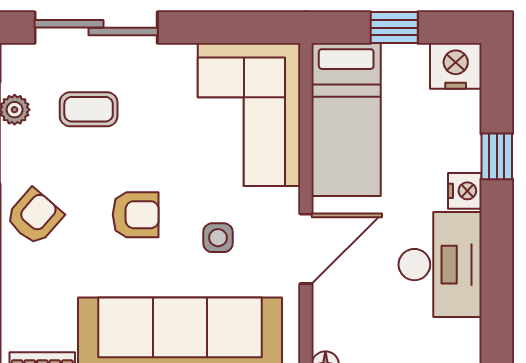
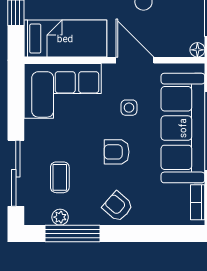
armchair: (136, 215) -> (117, 152), turned -90

